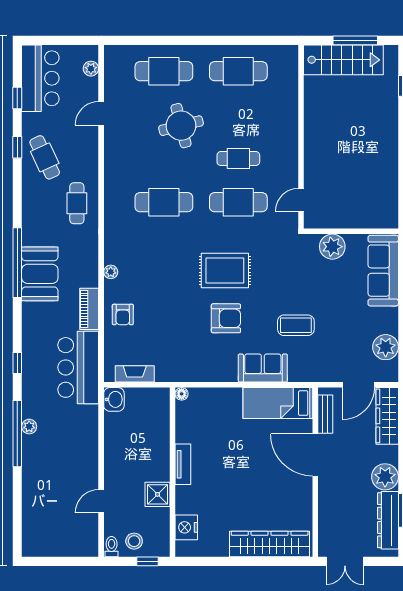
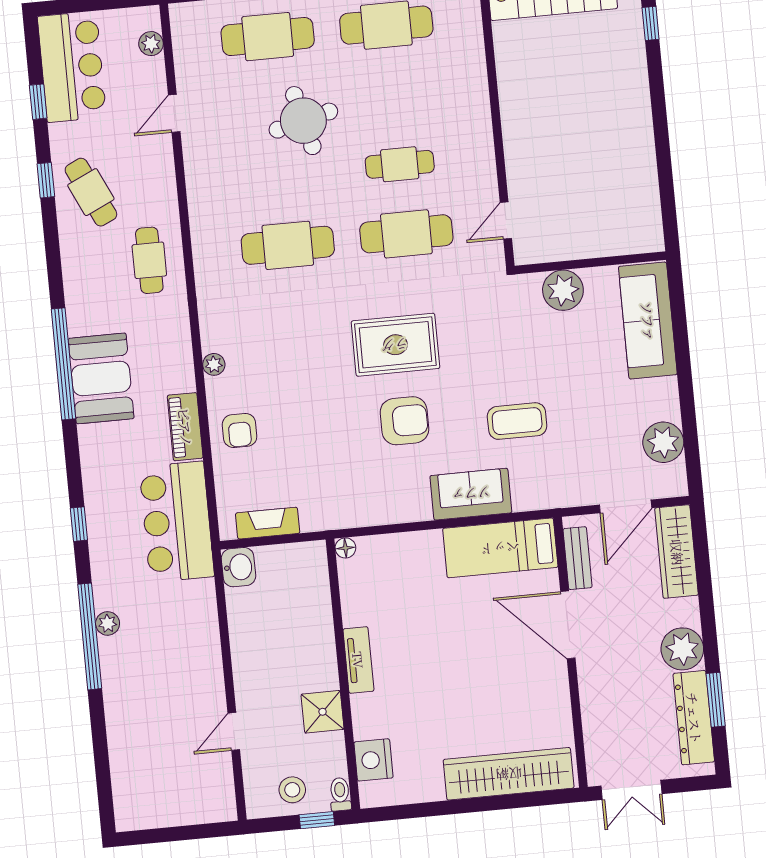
toilet: (112, 547) -> (340, 794), moved

